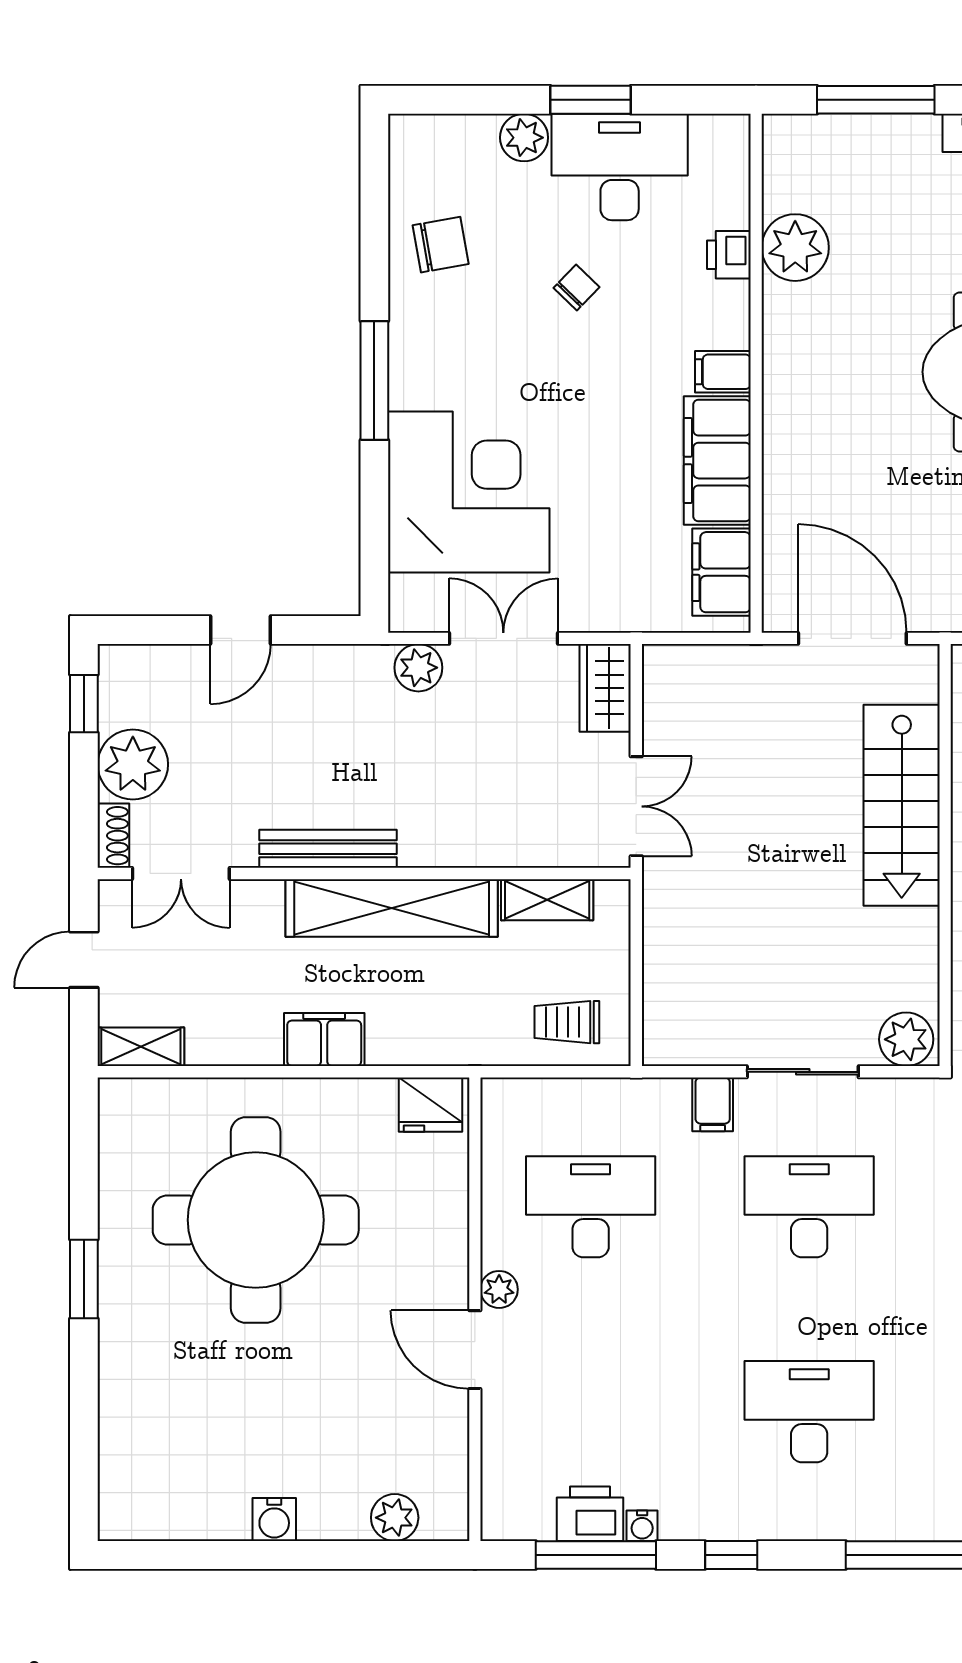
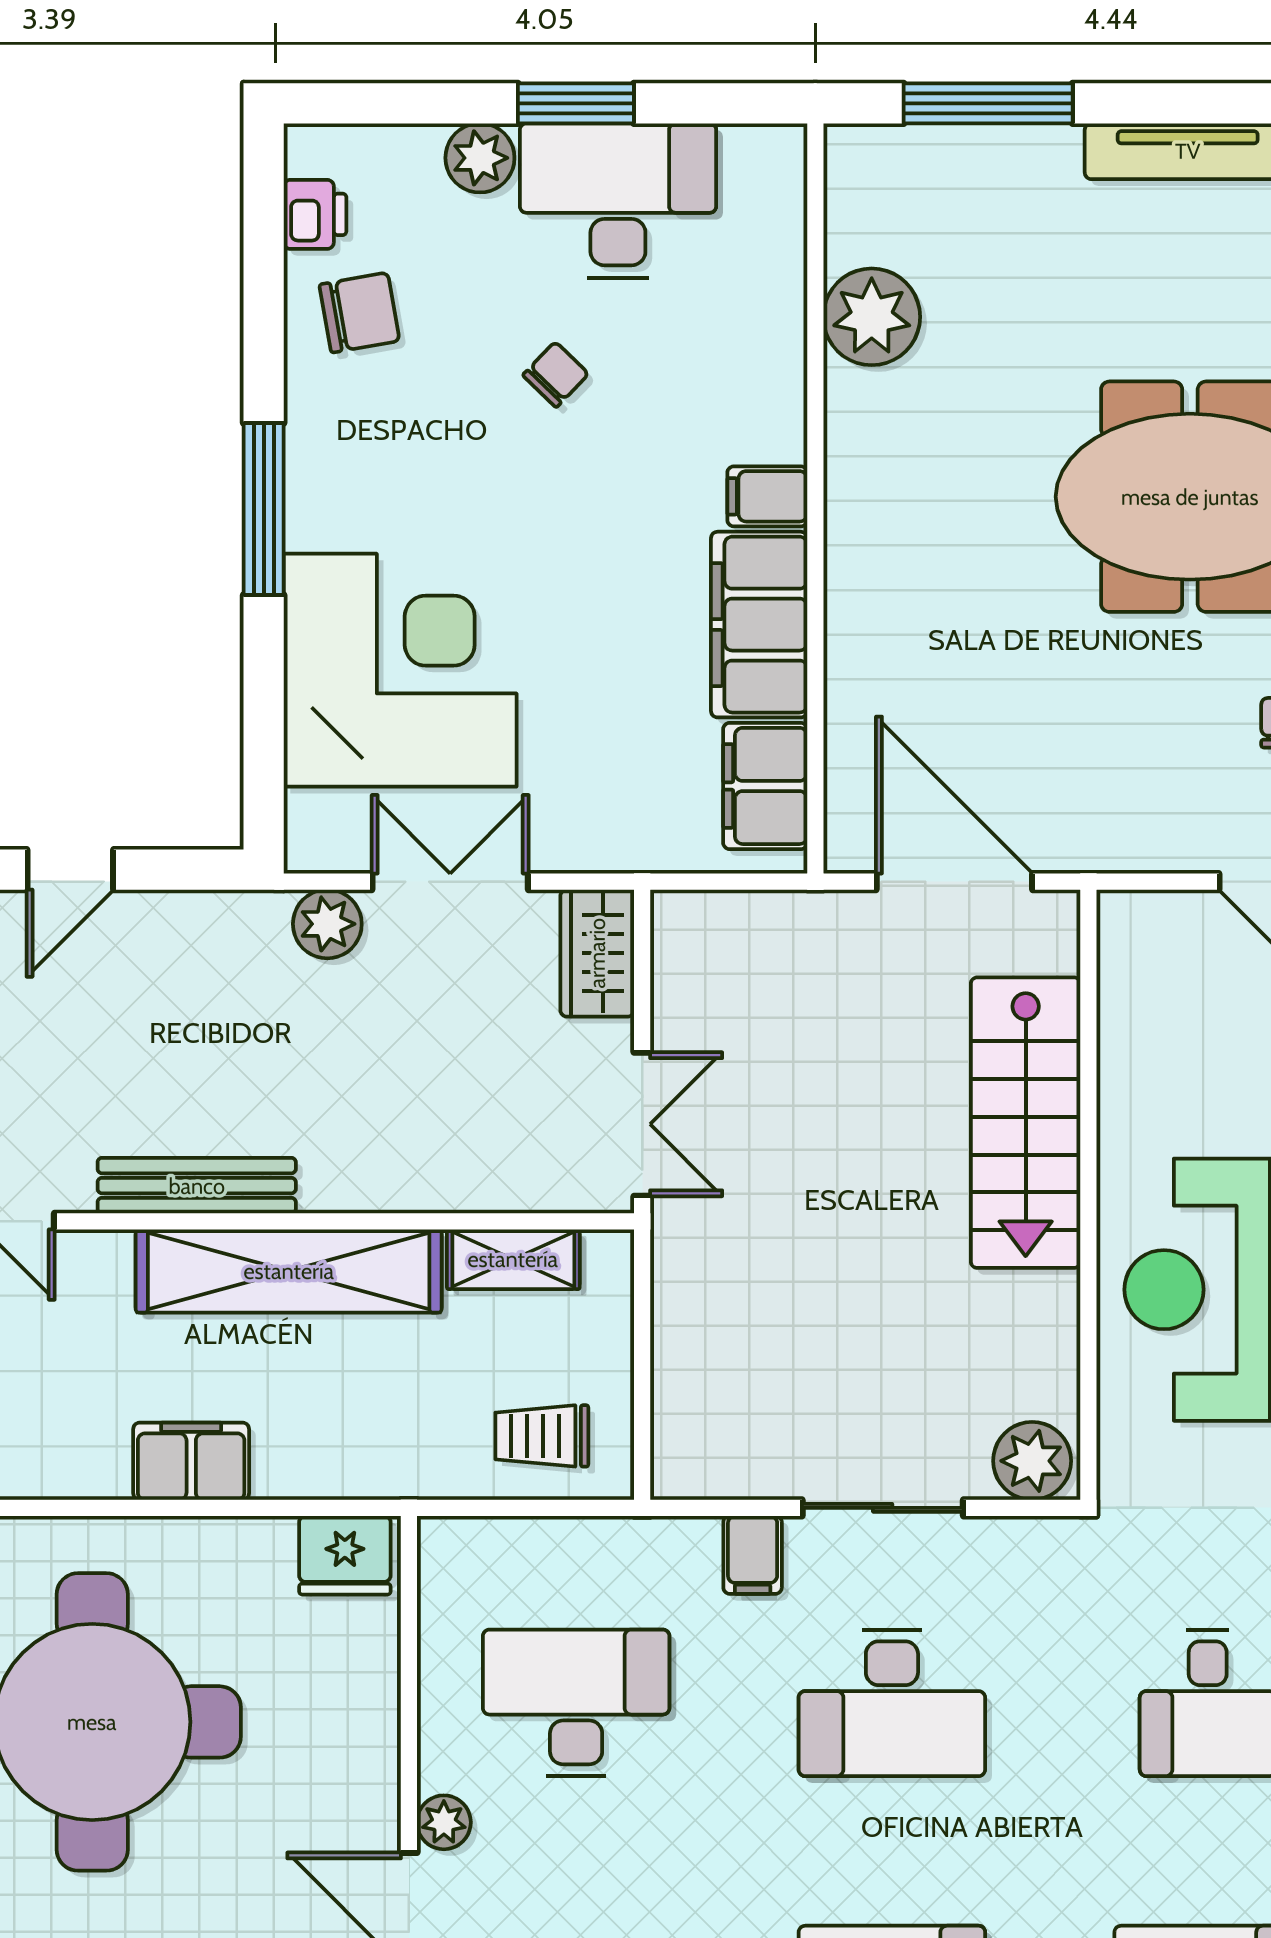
printer: (729, 255) -> (315, 214), moved, turned 180
desk: (809, 1207) -> (892, 1703), turned 180

